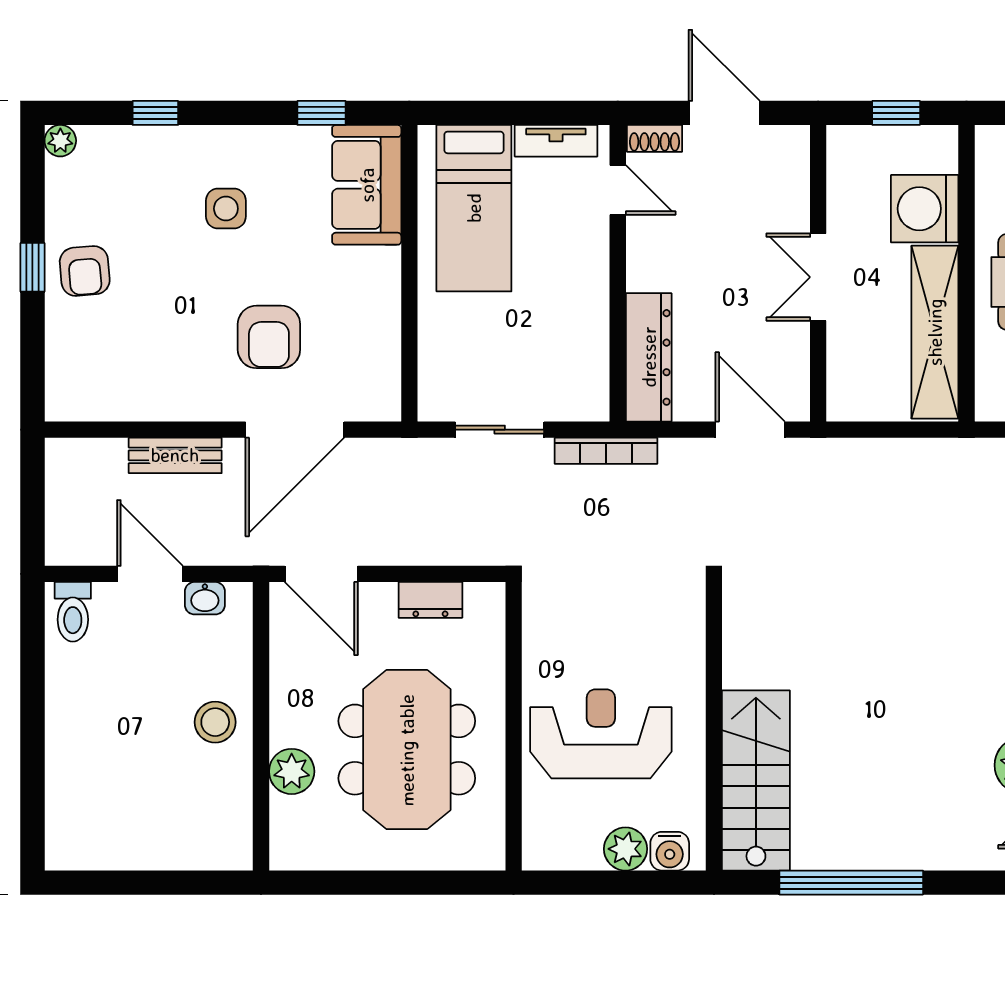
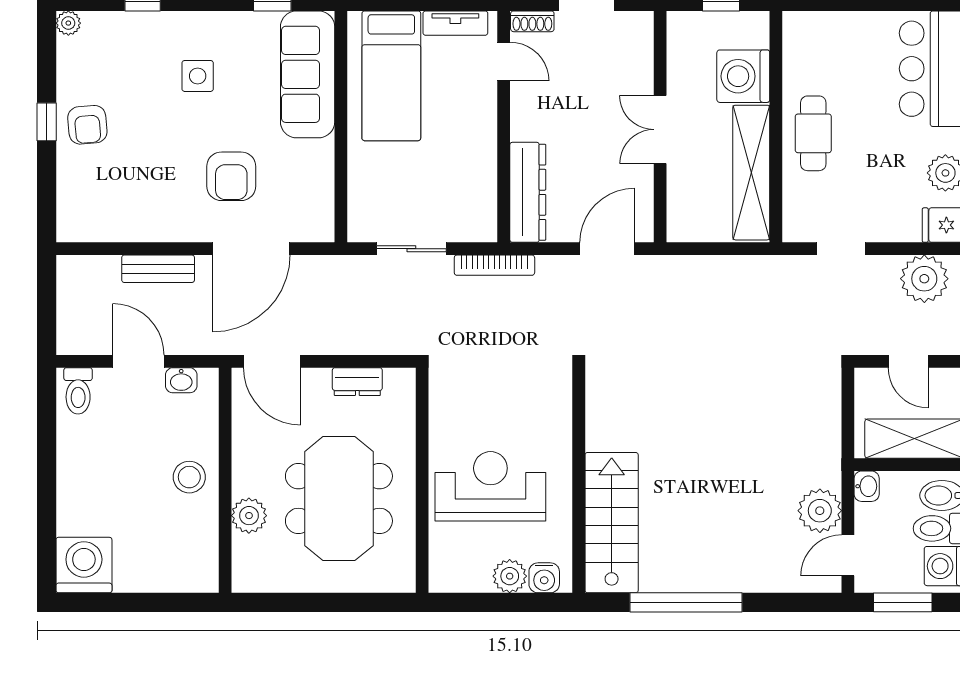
sofa: (367, 185) -> (308, 74), width x1.36
door: (750, 430) -> (607, 249), hinge flipped
washing machine: (80, 835) -> (84, 565), added

